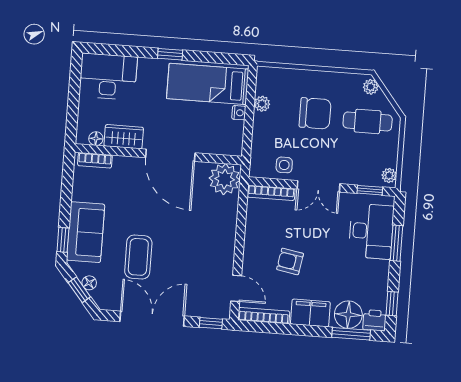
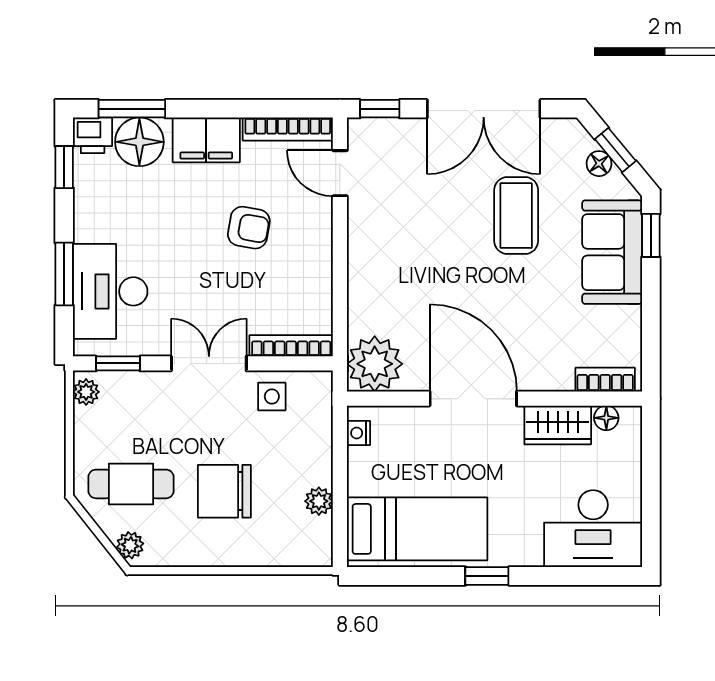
nightstand: (239, 113) -> (359, 433), moved

